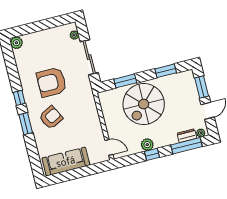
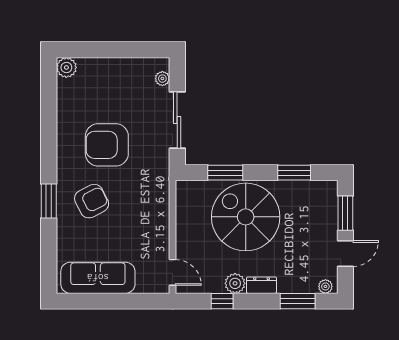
window: (19, 98) -> (49, 157), removed
spiral stairs: (144, 104) -> (246, 217), turned 90
dresser: (187, 136) -> (262, 285), moved
window: (187, 146) -> (298, 301), width x0.69
window: (152, 154) -> (222, 301), moved

